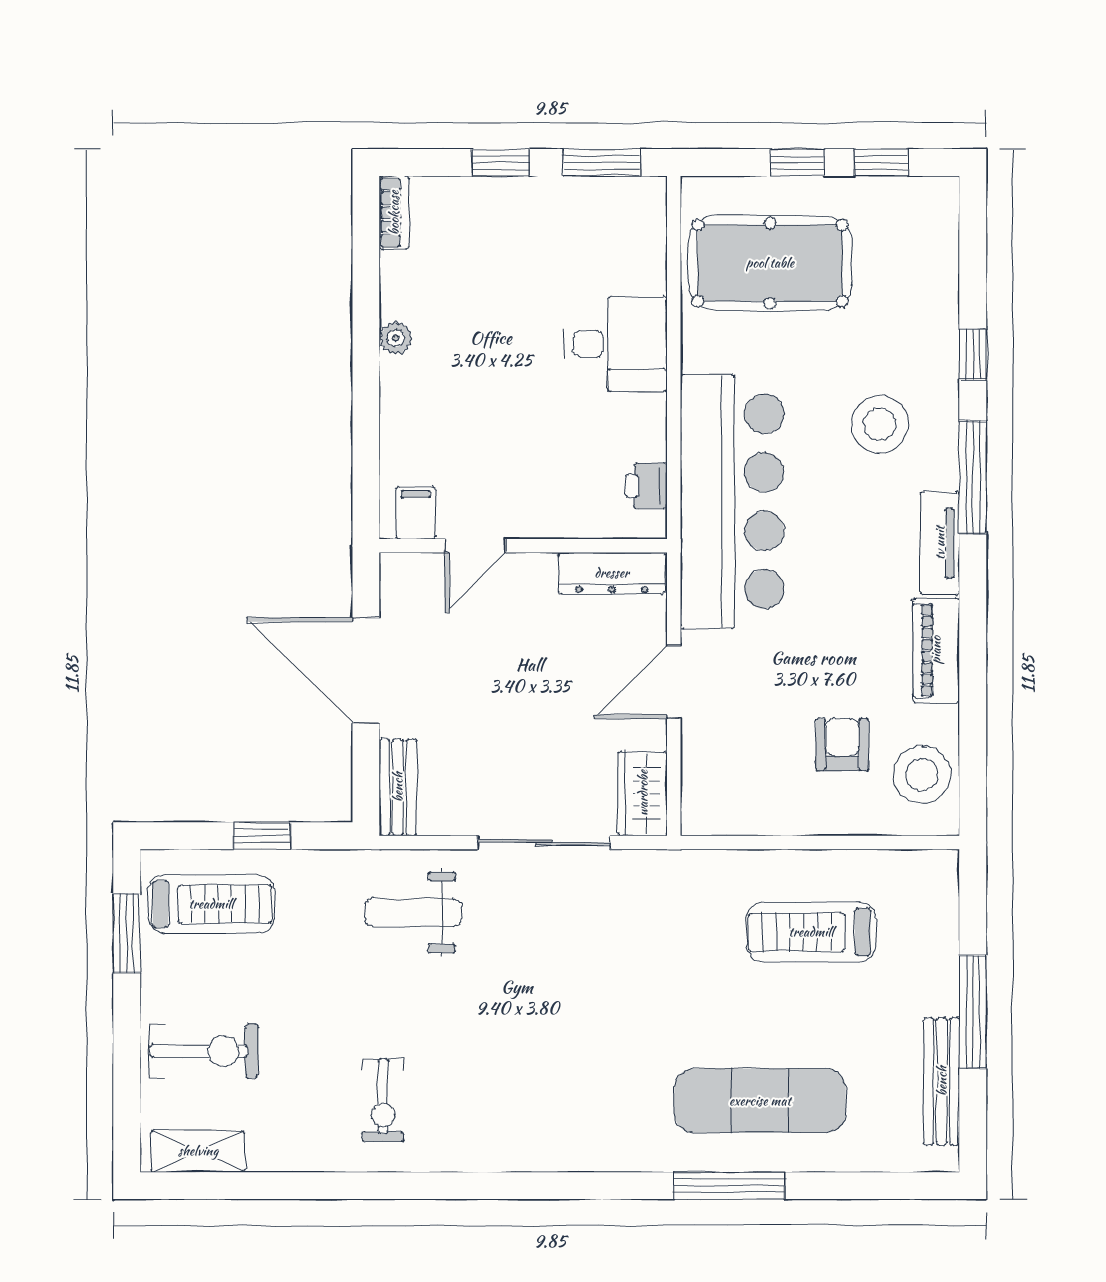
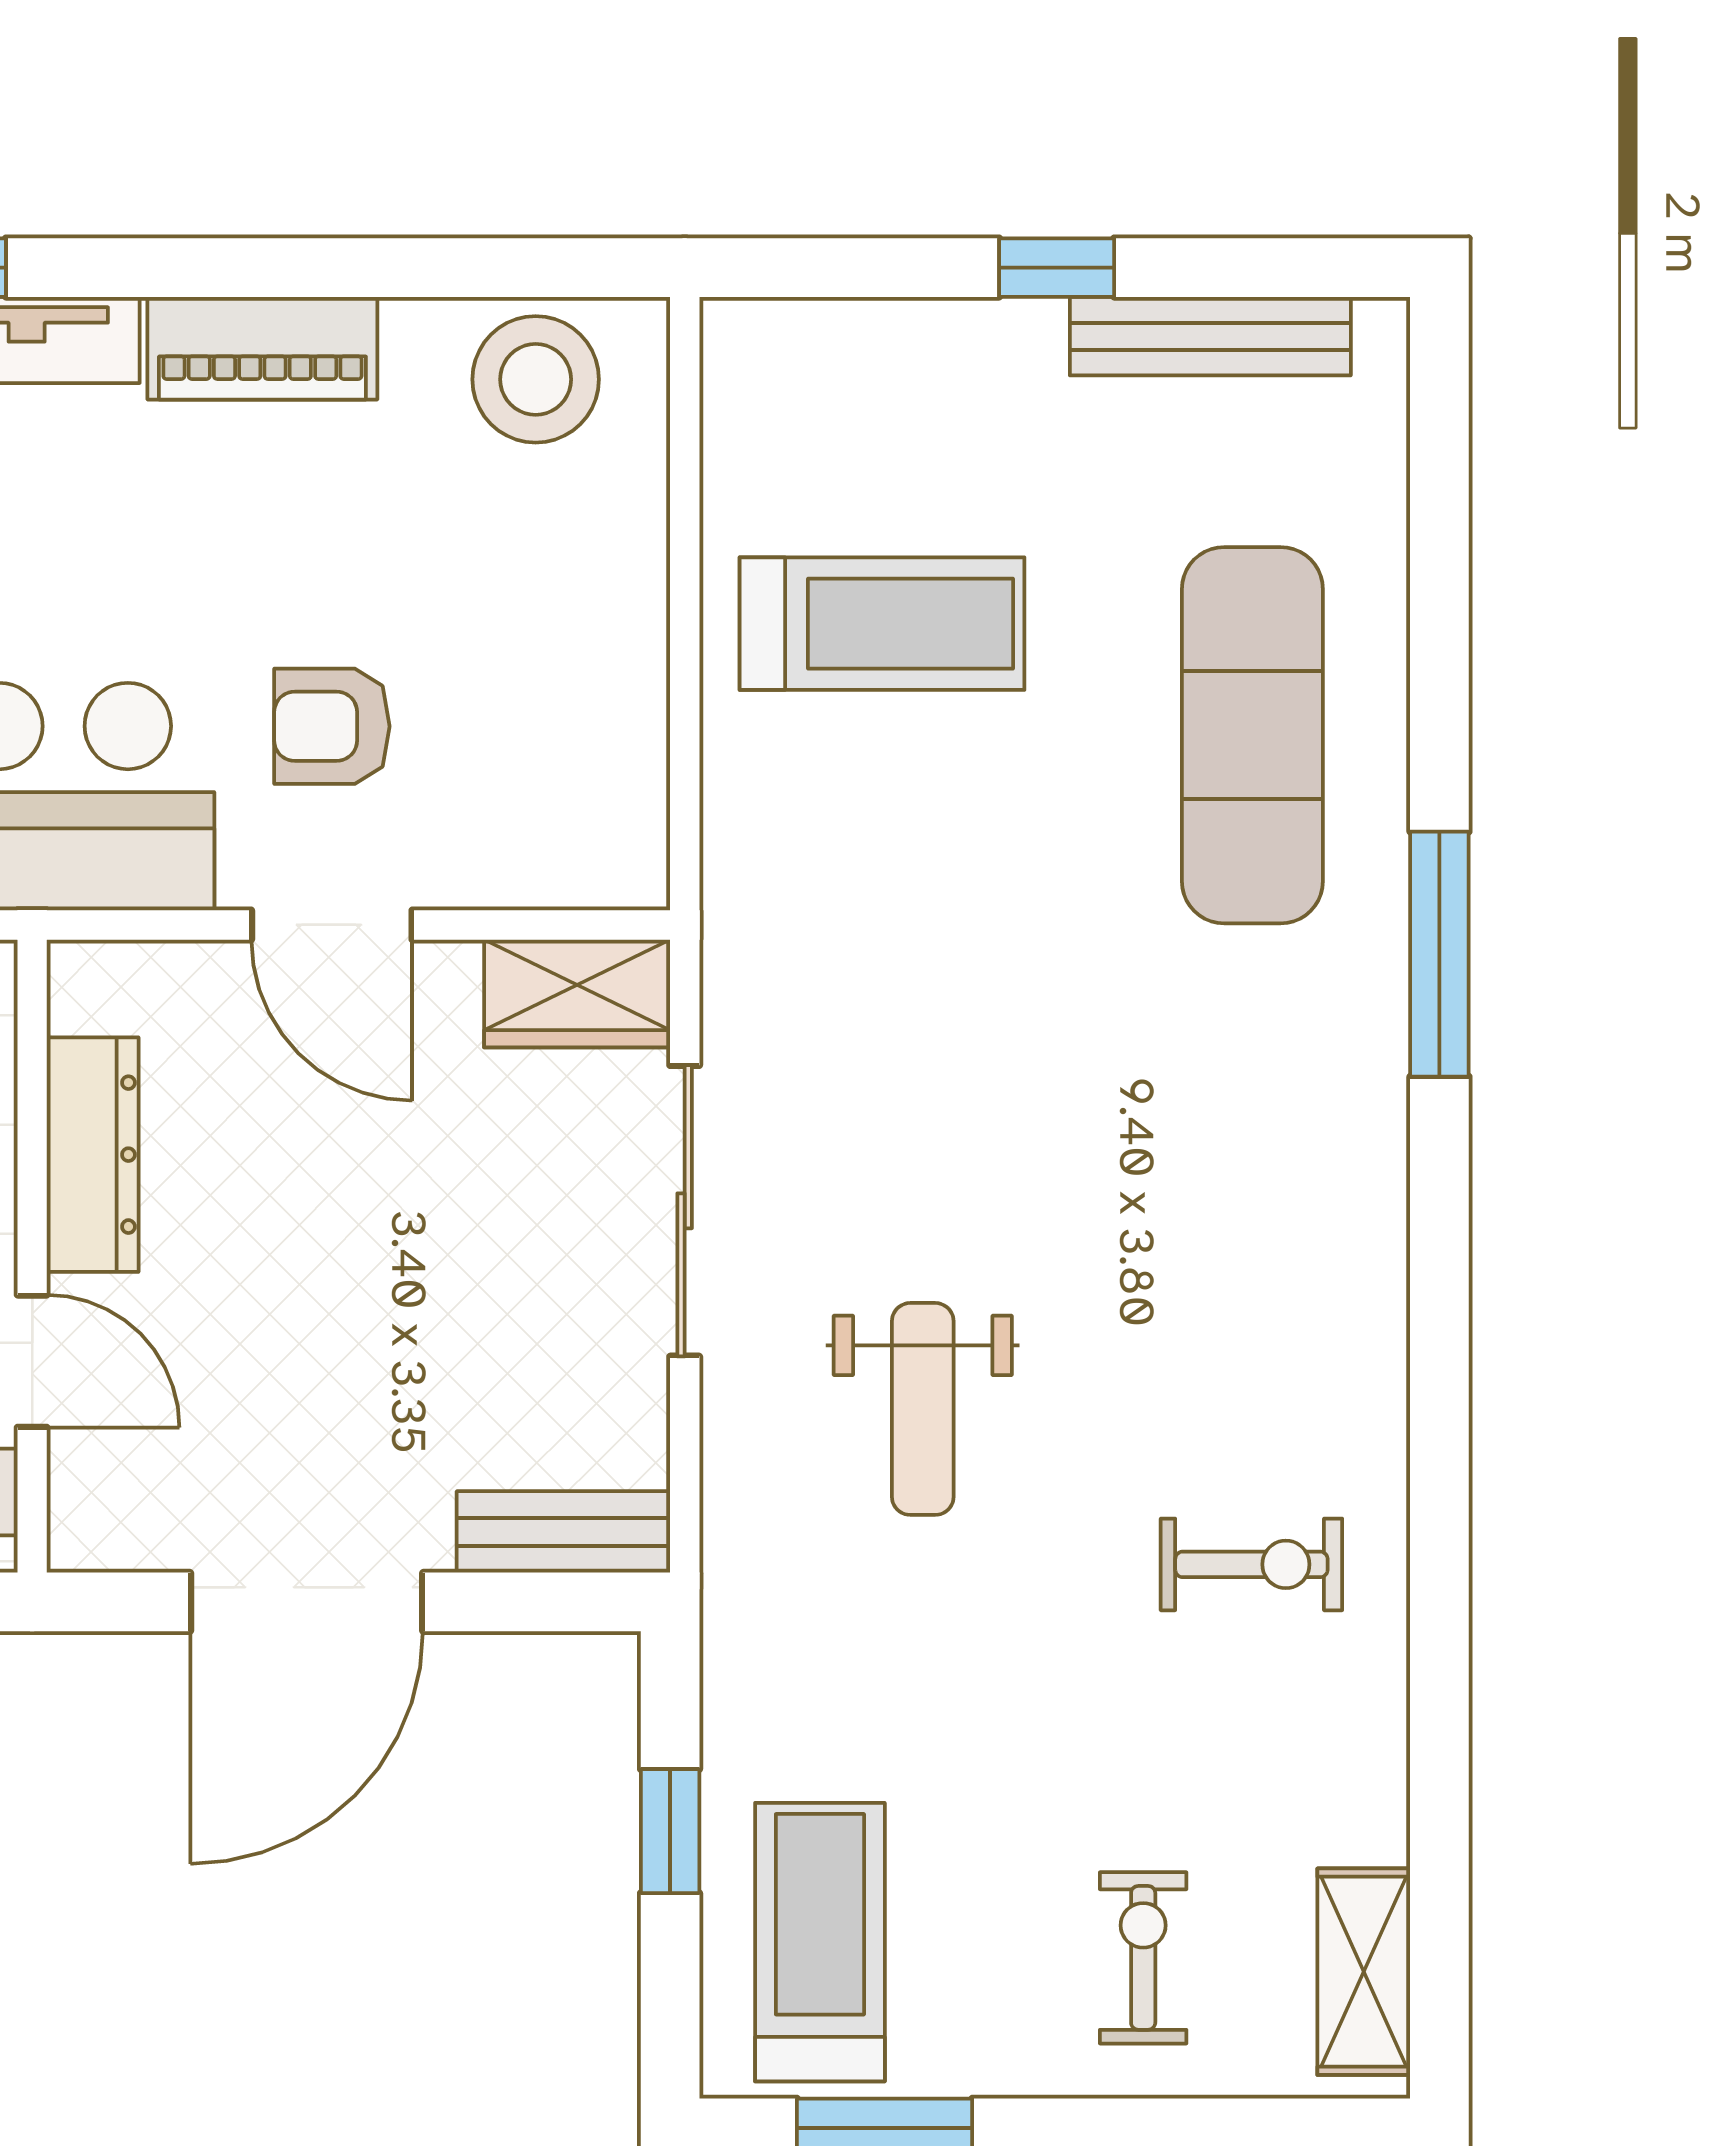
dresser: (612, 573) -> (93, 1155), moved
armchair: (842, 745) -> (332, 726), moved
weight bench: (413, 912) -> (923, 1409), moved
treadmill: (811, 932) -> (882, 624), turned -90
window: (973, 1012) -> (1057, 268), width x0.46
exercise bike: (204, 1051) -> (1143, 1958), width x0.73, depth x0.72
window: (729, 1186) -> (1439, 954), moved

